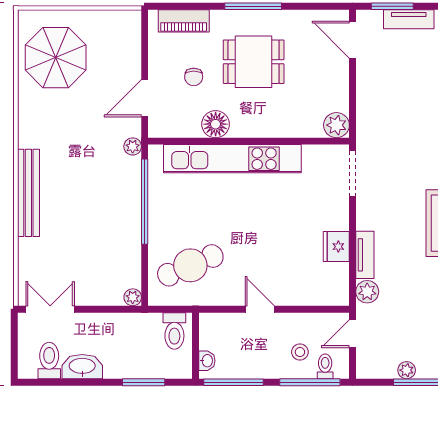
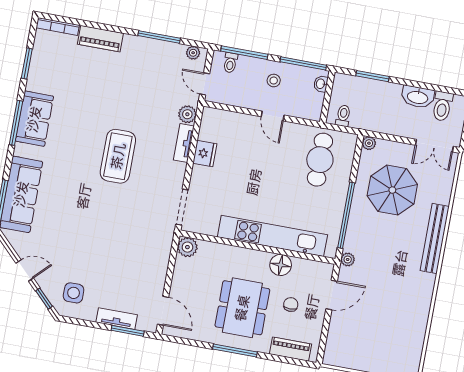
parasol: (56, 58) -> (392, 190), moved
dining table: (254, 62) -> (242, 308), width x1.38
cafe table: (190, 265) -> (320, 160), turned -67
toilet: (174, 331) -> (343, 116), width x0.73, depth x0.72
door: (353, 334) -> (205, 84), swing flipped
stool: (300, 352) -> (274, 81), moved
plant: (407, 370) -> (193, 53), moved

